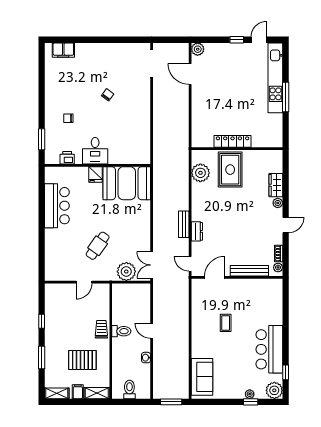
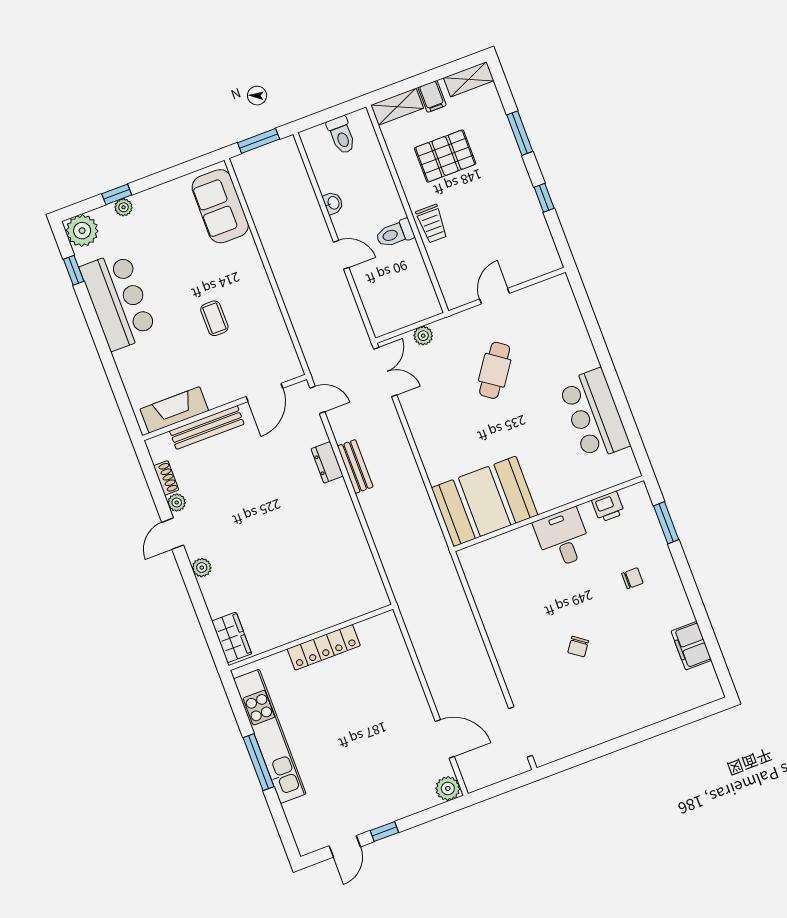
filing cabinet: (63, 50) -> (691, 646), moved, turned -90
kitchen unit: (275, 78) -> (270, 736), moved
rug: (230, 170) -> (309, 595), removed
plant: (200, 173) -> (360, 570), removed
fridge: (96, 174) -> (546, 496), removed
wardrobe: (276, 185) -> (232, 637), moved
plant: (278, 267) -> (177, 503), moved
plant: (126, 272) -> (423, 336), width x0.53, depth x0.53
fireplace: (262, 285) -> (174, 410), added

